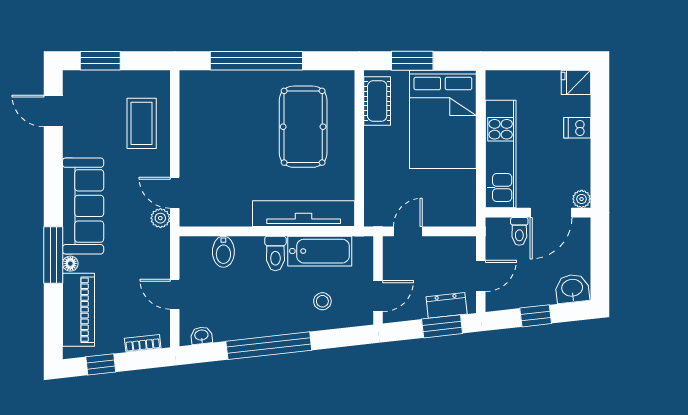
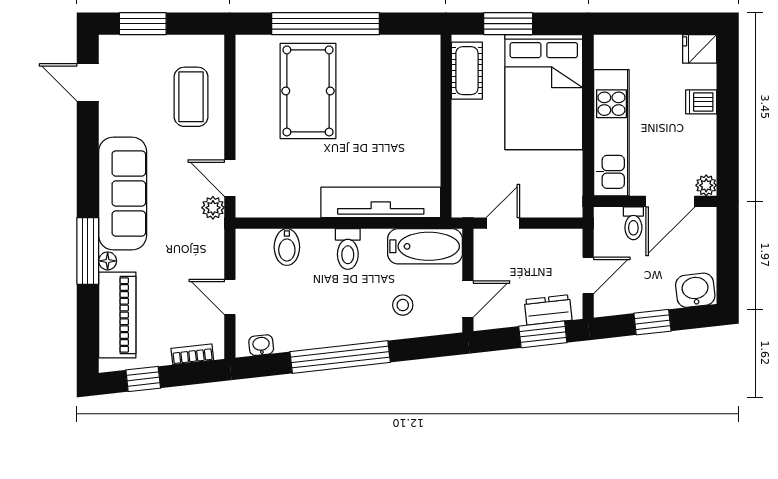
pool table: (303, 127) -> (308, 91), moved
bathtub: (320, 251) -> (425, 246), moved

